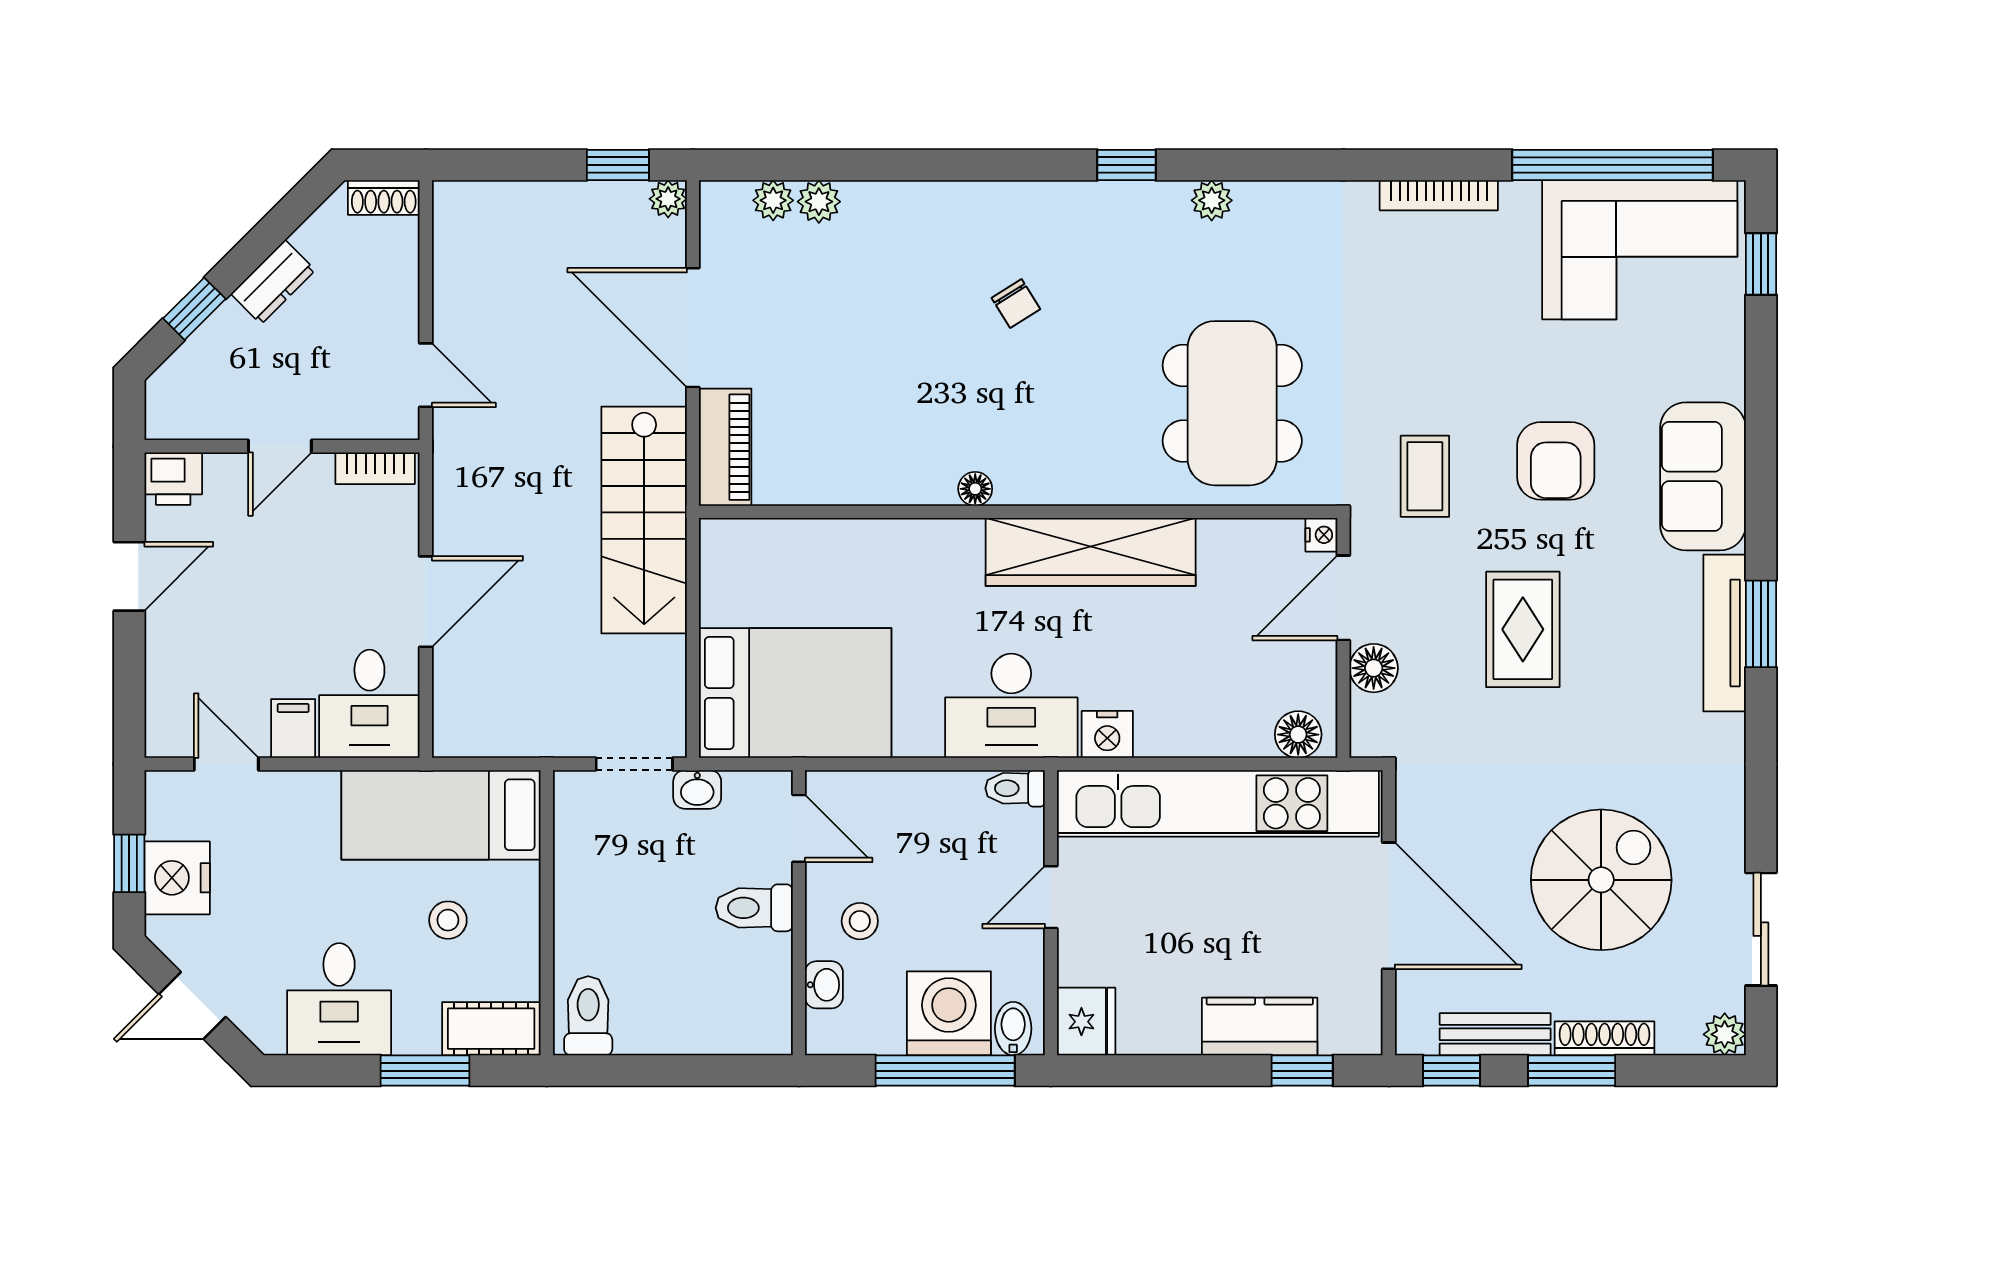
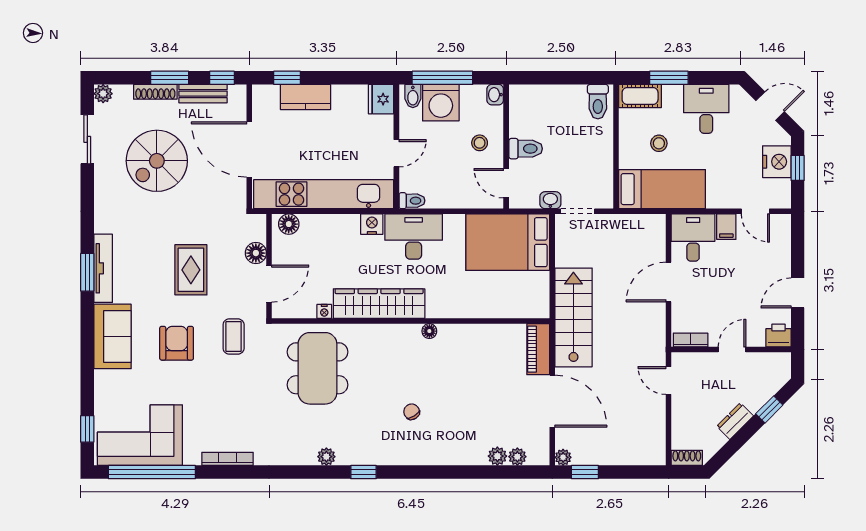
nightstand: (1321, 535) -> (324, 311), moved, turned -90
washbasin: (824, 985) -> (495, 95), moved

